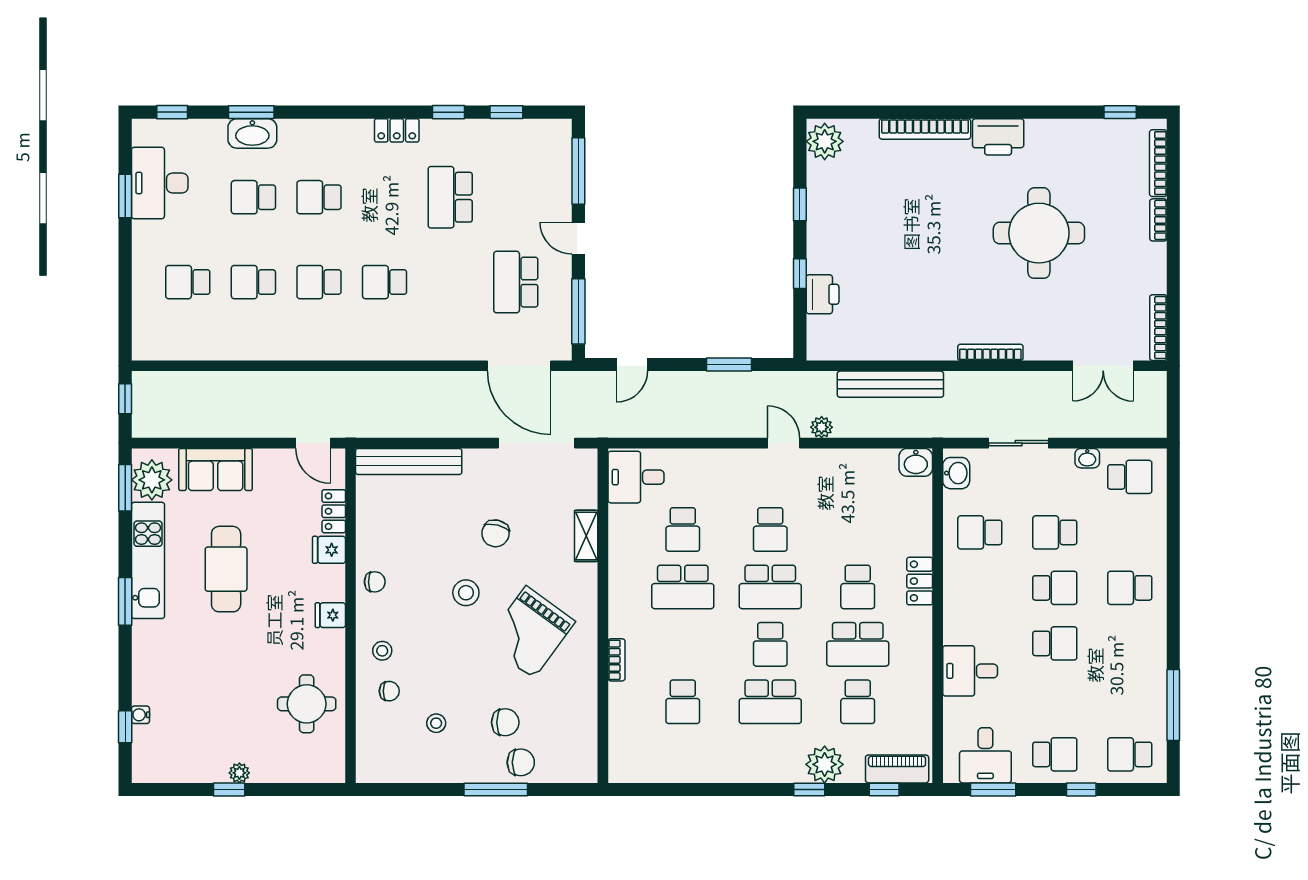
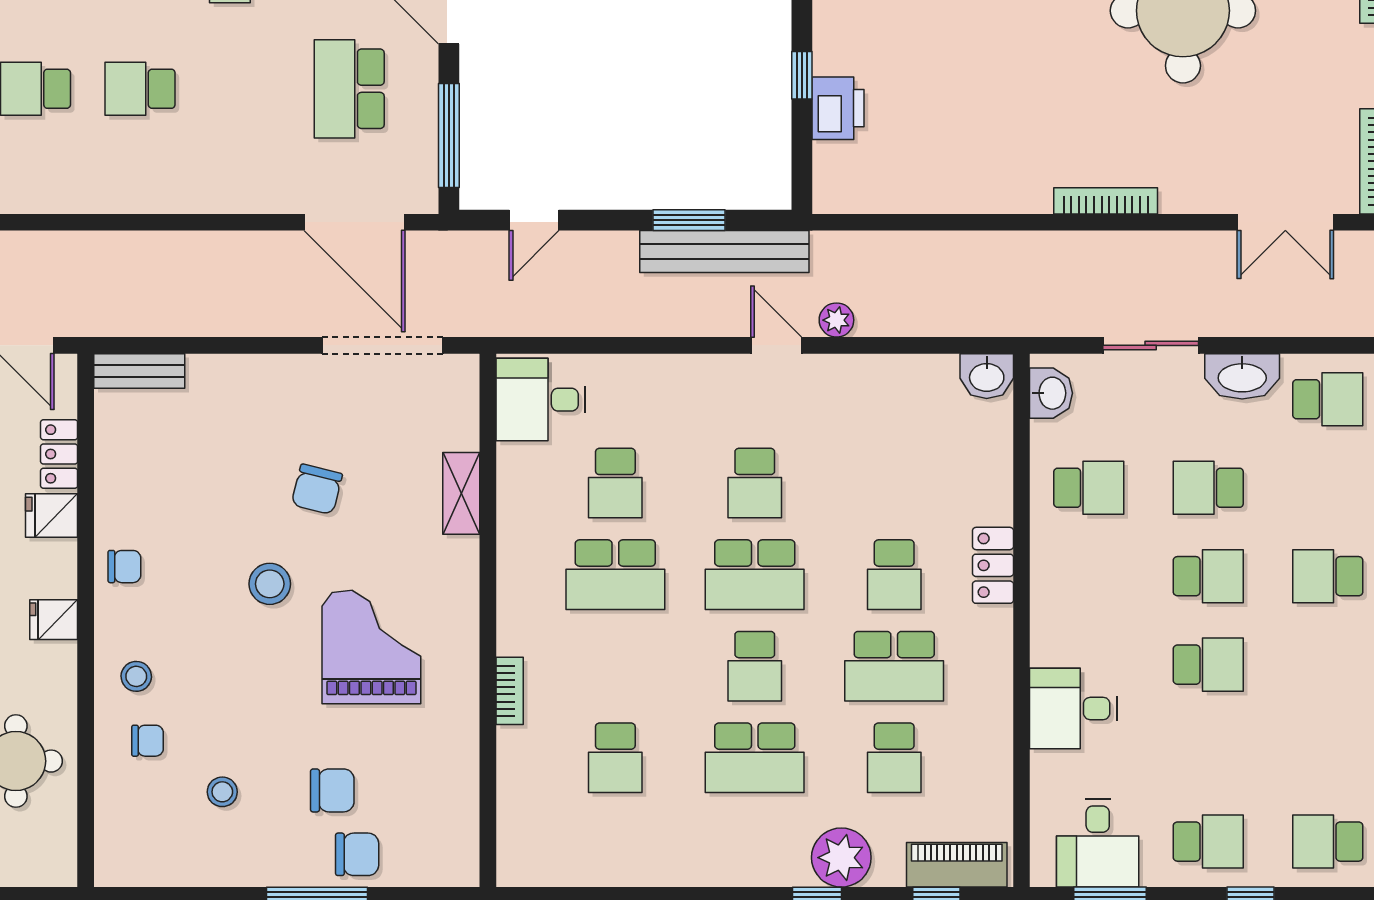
bench: (890, 384) -> (724, 252), moved
washbasin: (1087, 458) -> (1242, 376), width x1.91, depth x1.45
bench: (409, 461) -> (139, 371), width x0.54, depth x0.82
school desk: (980, 532) -> (1089, 488), turned 180
grand piano: (530, 632) -> (371, 647), turned 144

